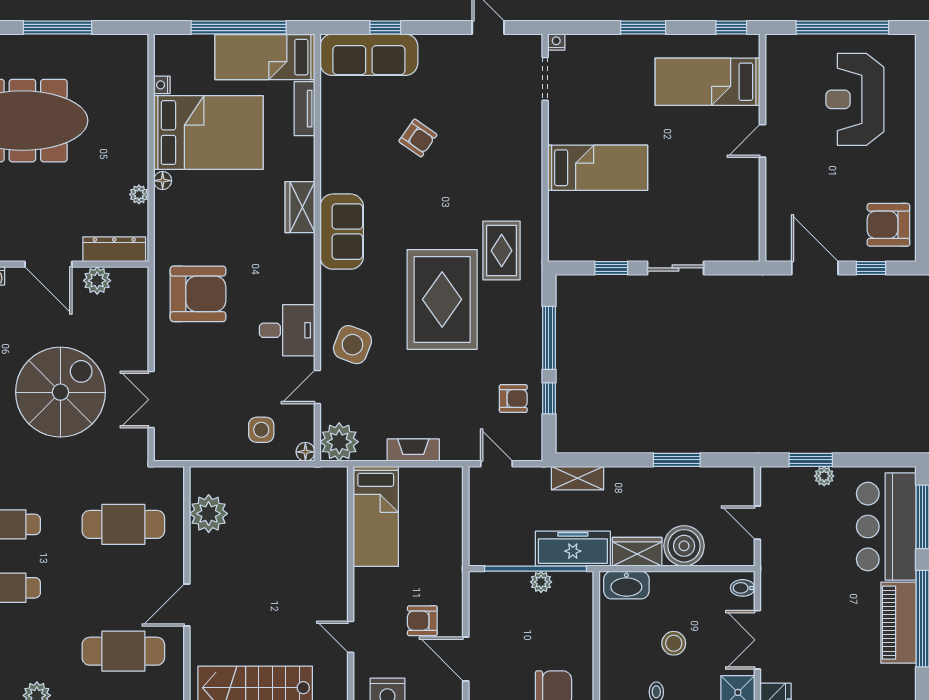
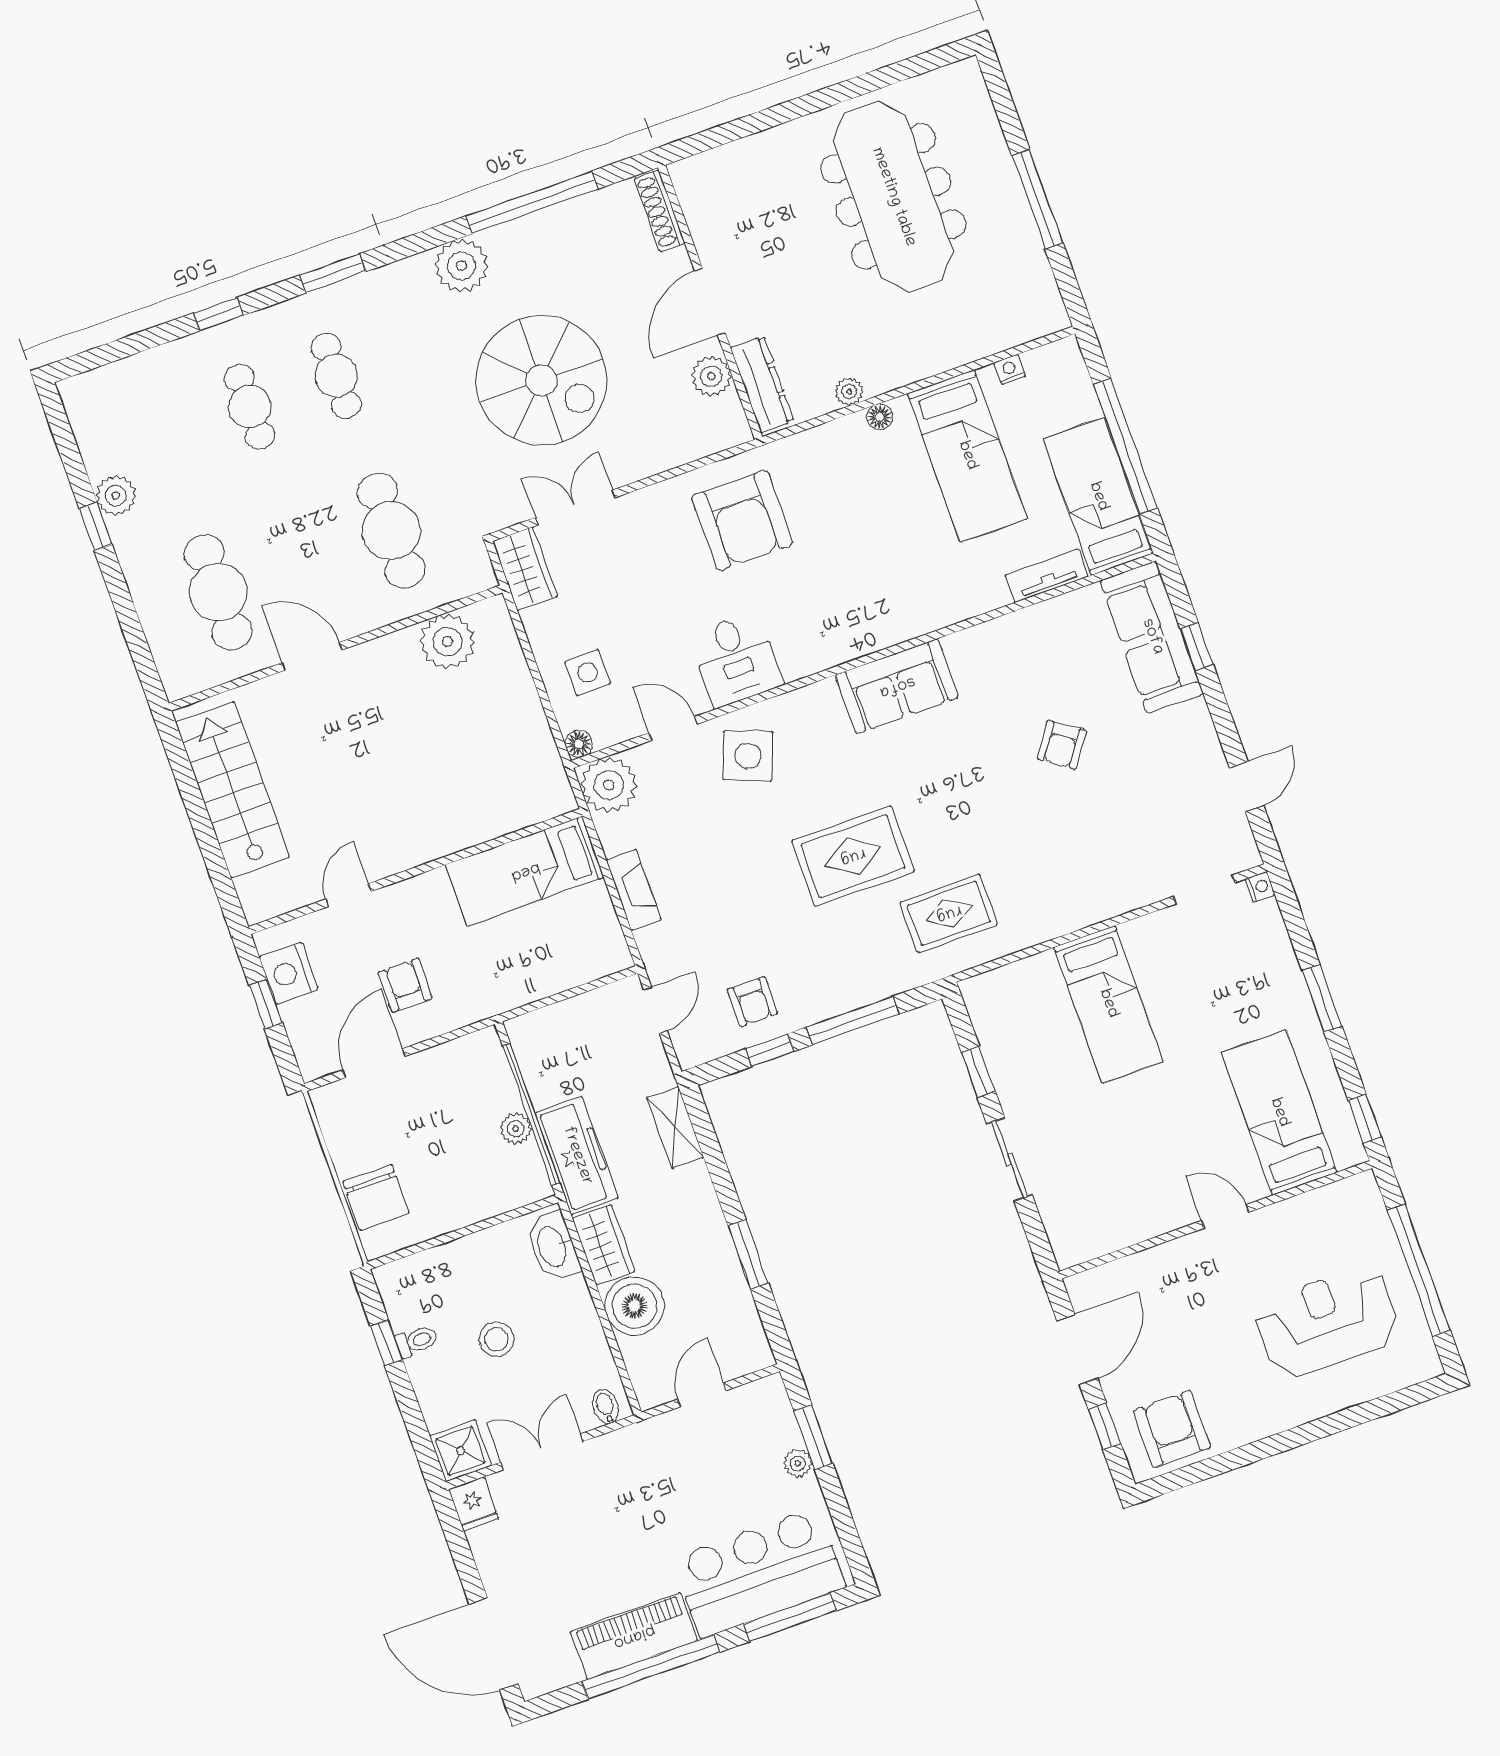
bed: (208, 133) -> (967, 456), width x0.67
wardrobe: (300, 207) -> (525, 569), moved, turned 90
rug: (442, 299) -> (853, 856), width x0.73, depth x0.69

